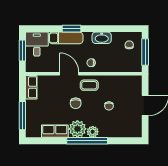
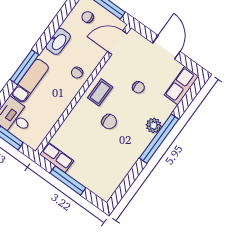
window: (72, 29) -> (24, 67), width x1.44
door: (69, 74) -> (117, 43), moved
window: (22, 116) -> (68, 180), moved
plant: (77, 129) -> (139, 140), removed
row of seats: (55, 131) -> (181, 86), moved

